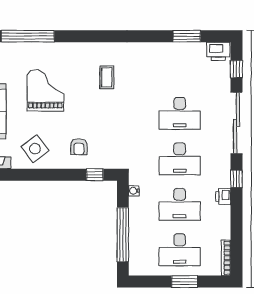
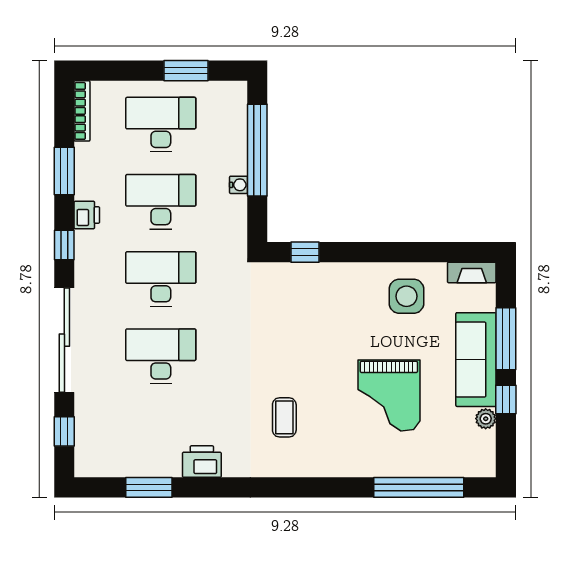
printer: (218, 51) -> (202, 462), moved
armchair: (79, 147) -> (332, 300), removed
side table: (35, 149) -> (406, 296), turned 37
water cooler: (134, 191) -> (238, 185), moved
window: (236, 222) -> (64, 171), added
window: (185, 282) -> (186, 71), moved

